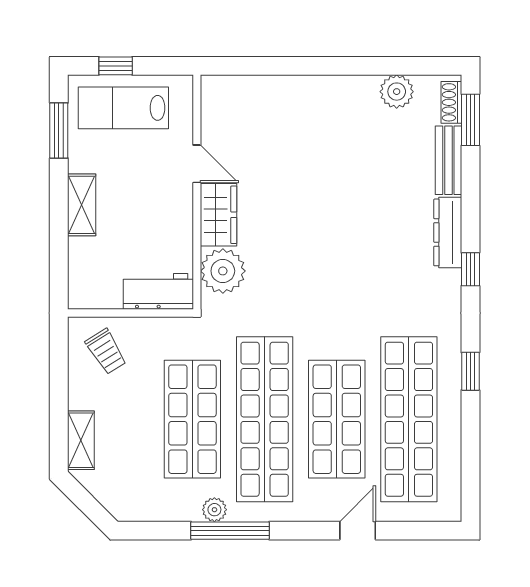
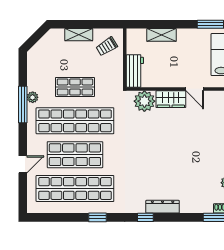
bench: (448, 160) -> (196, 207), removed
door: (197, 164) -> (195, 89), hinge flipped
shelving: (82, 205) -> (162, 35), moved
shop shelf: (192, 419) -> (75, 87), width x0.70, depth x0.74
shelving: (81, 440) -> (79, 35), moved
door: (358, 531) -> (23, 164), hinge flipped

